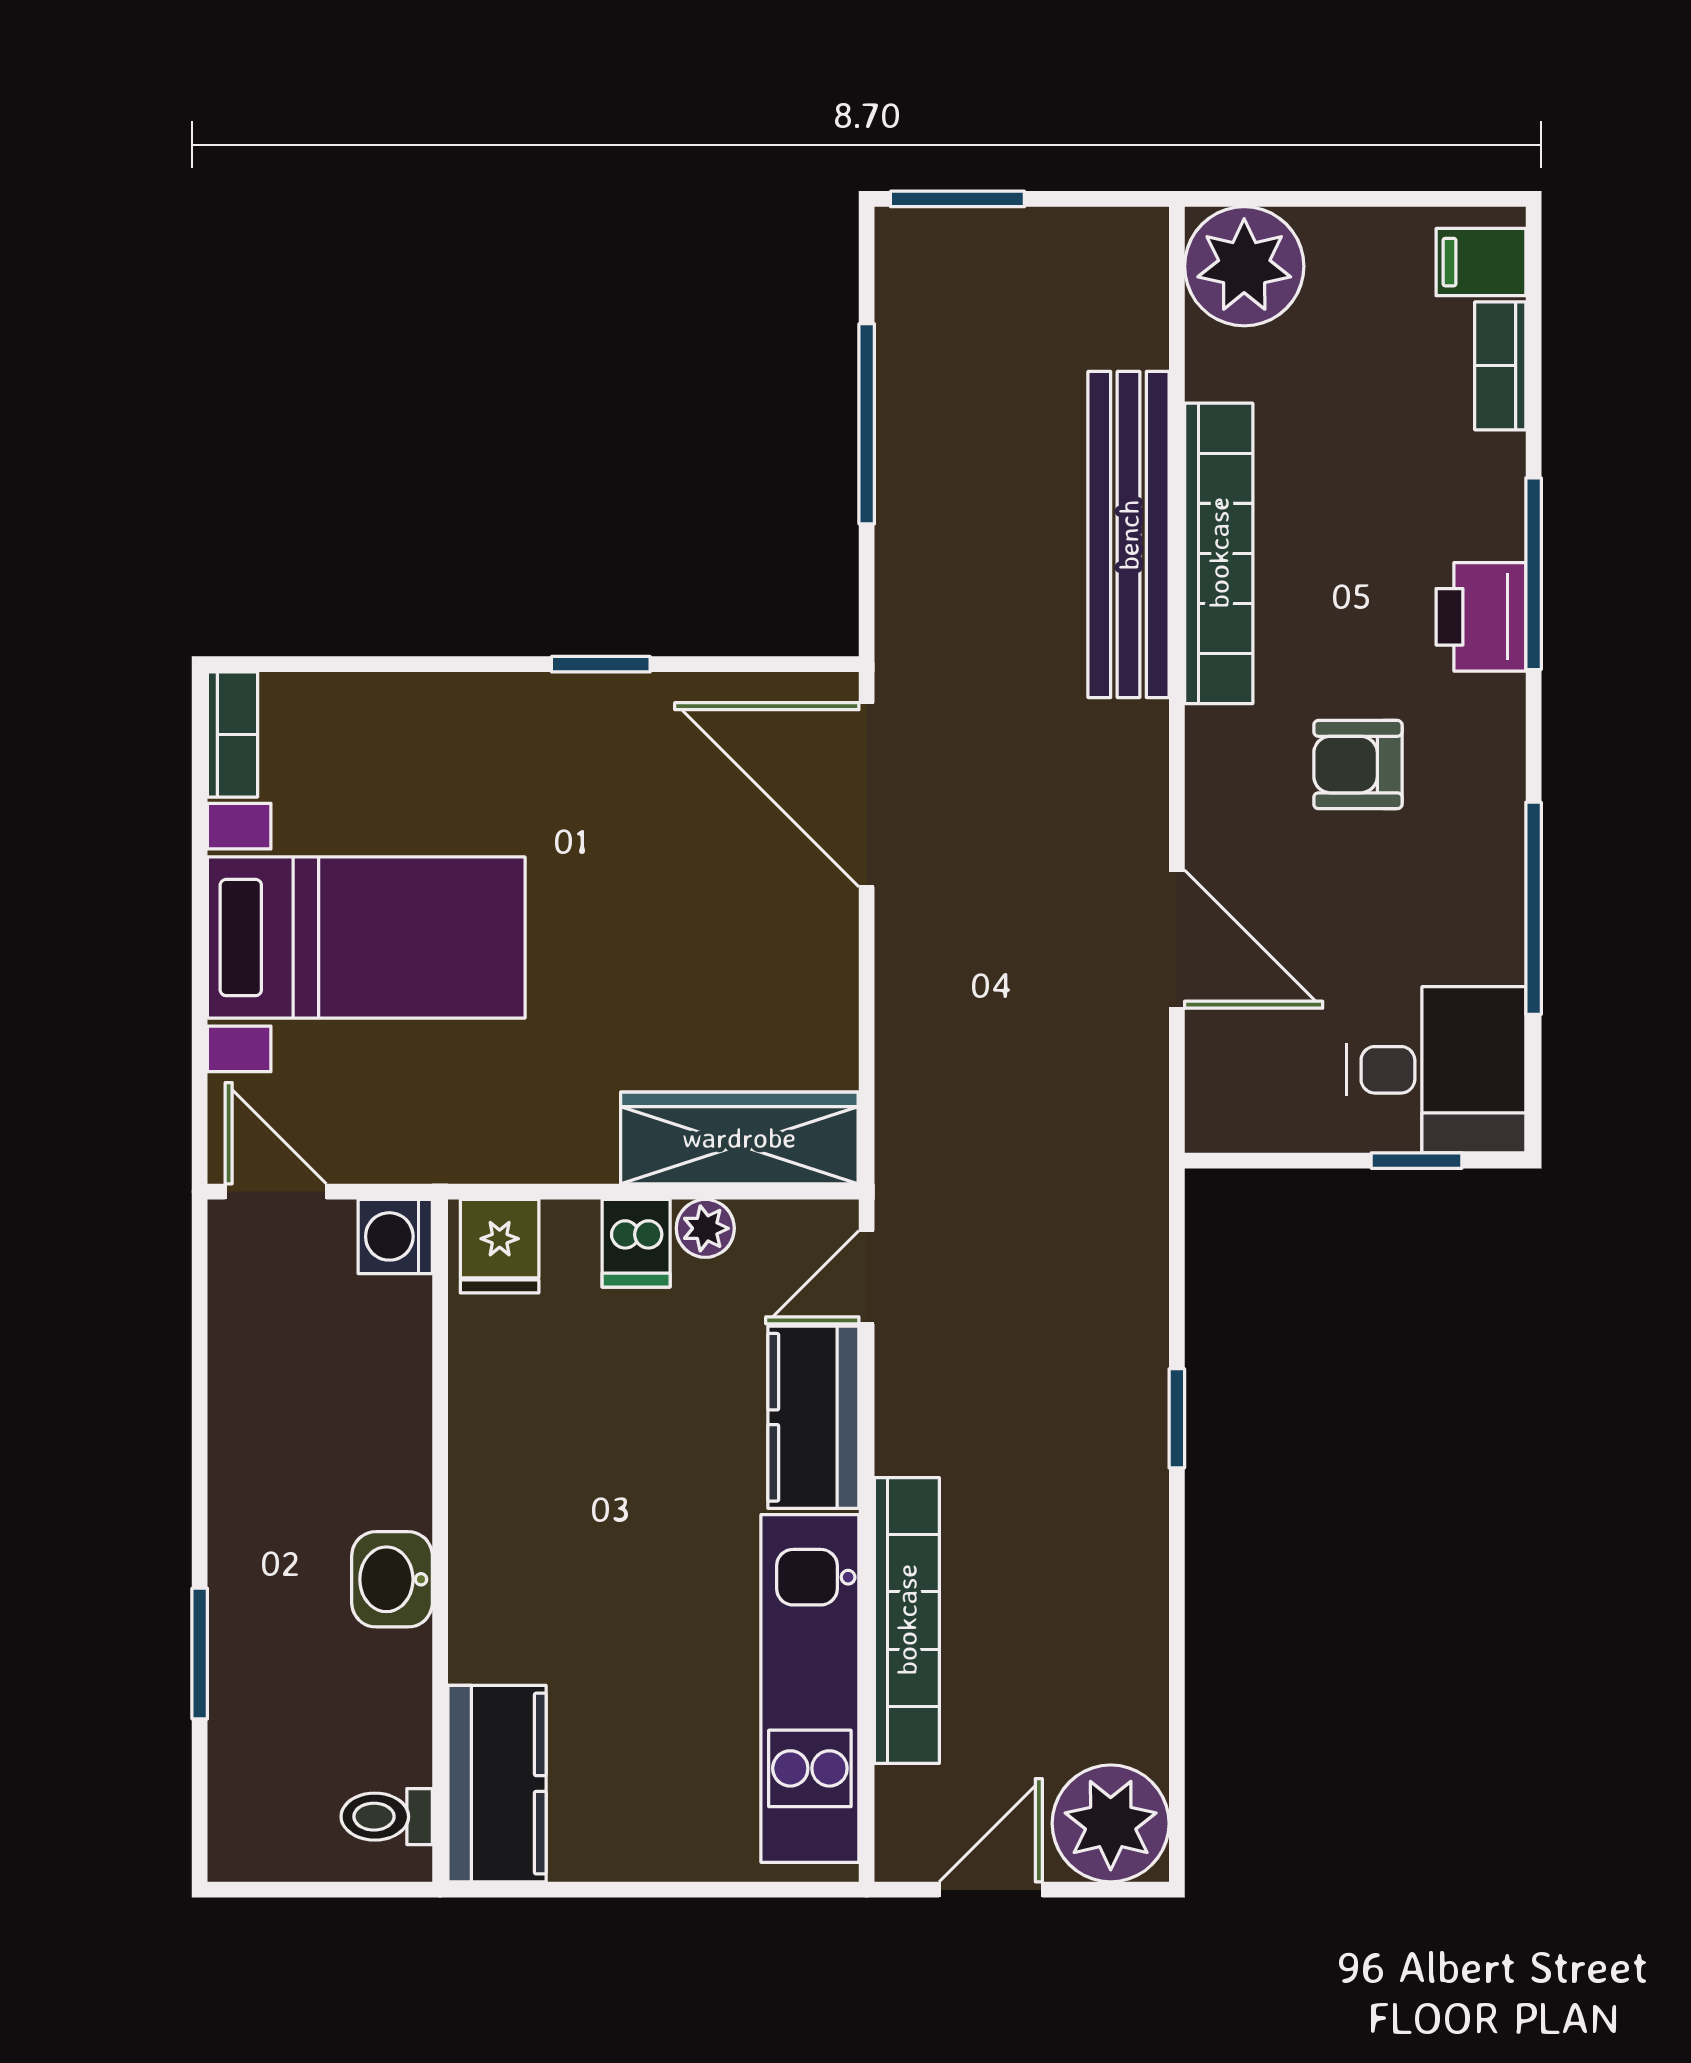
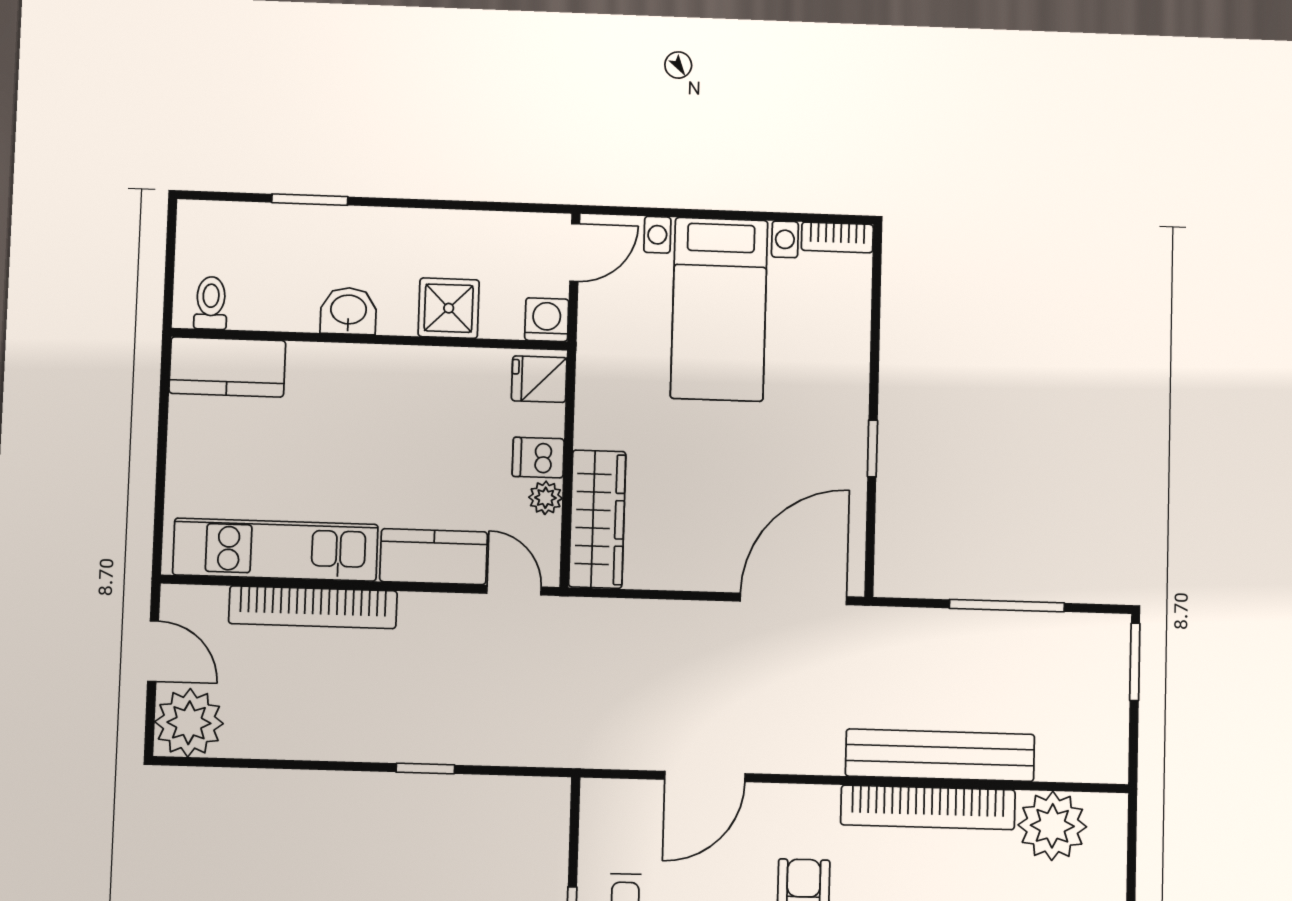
plant: (1244, 266) -> (1052, 826), moved
shower: (381, 1407) -> (449, 308), added

